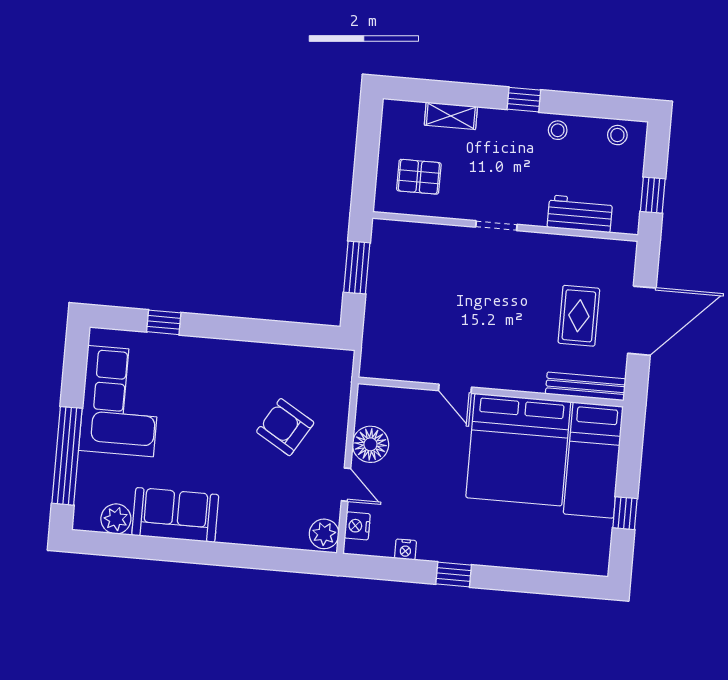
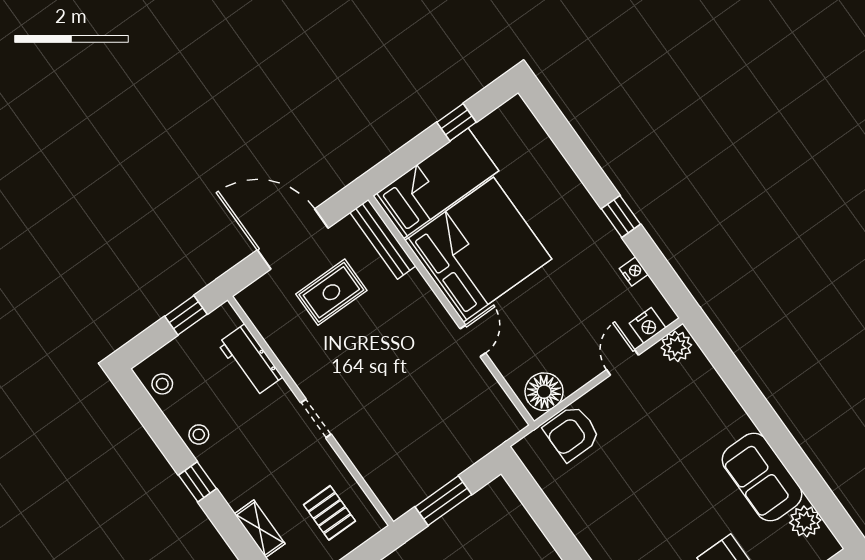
armchair: (285, 427) -> (572, 433), moved, turned 59
floor lamp: (370, 444) -> (544, 392), moved

